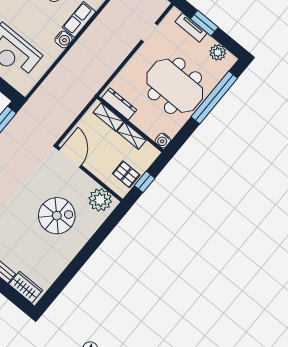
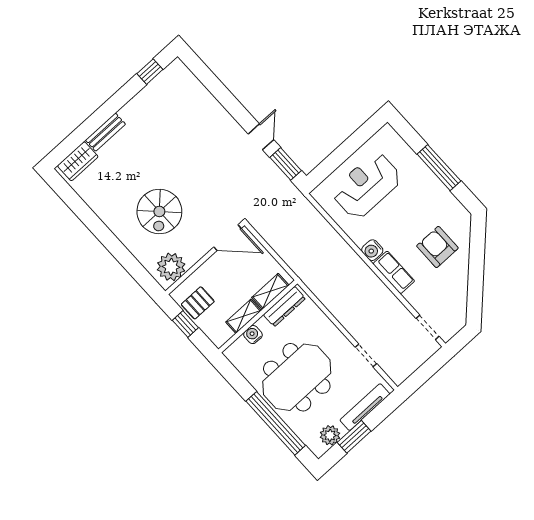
window: (204, 23) -> (354, 437), moved
tv unit: (191, 27) -> (365, 407), width x1.41
water cooler: (163, 141) -> (253, 335), moved

